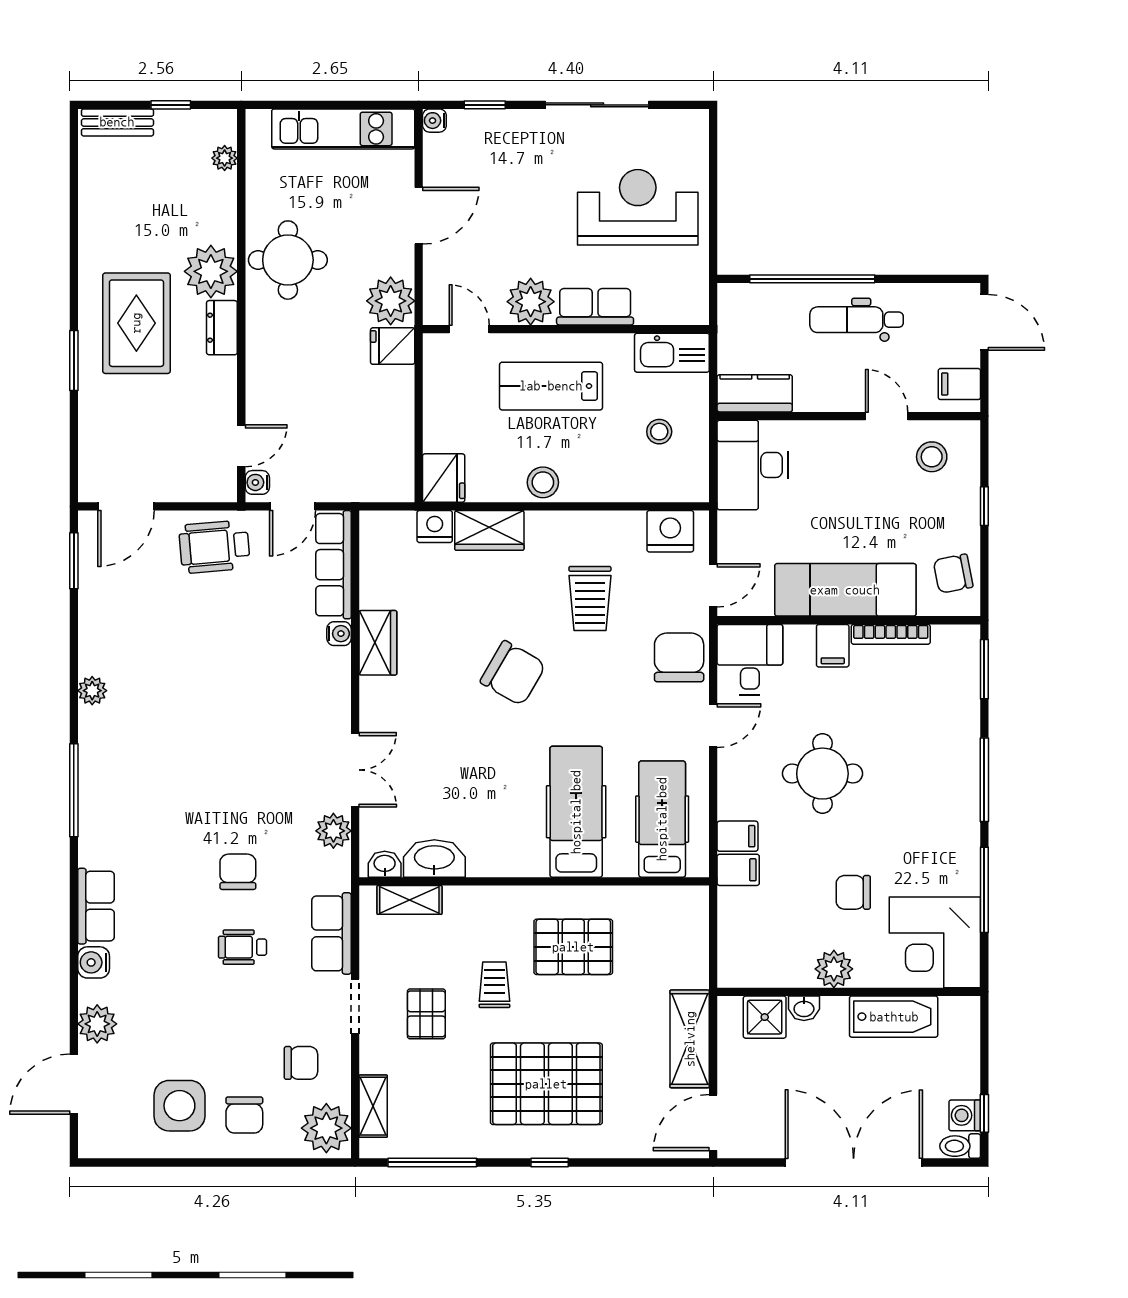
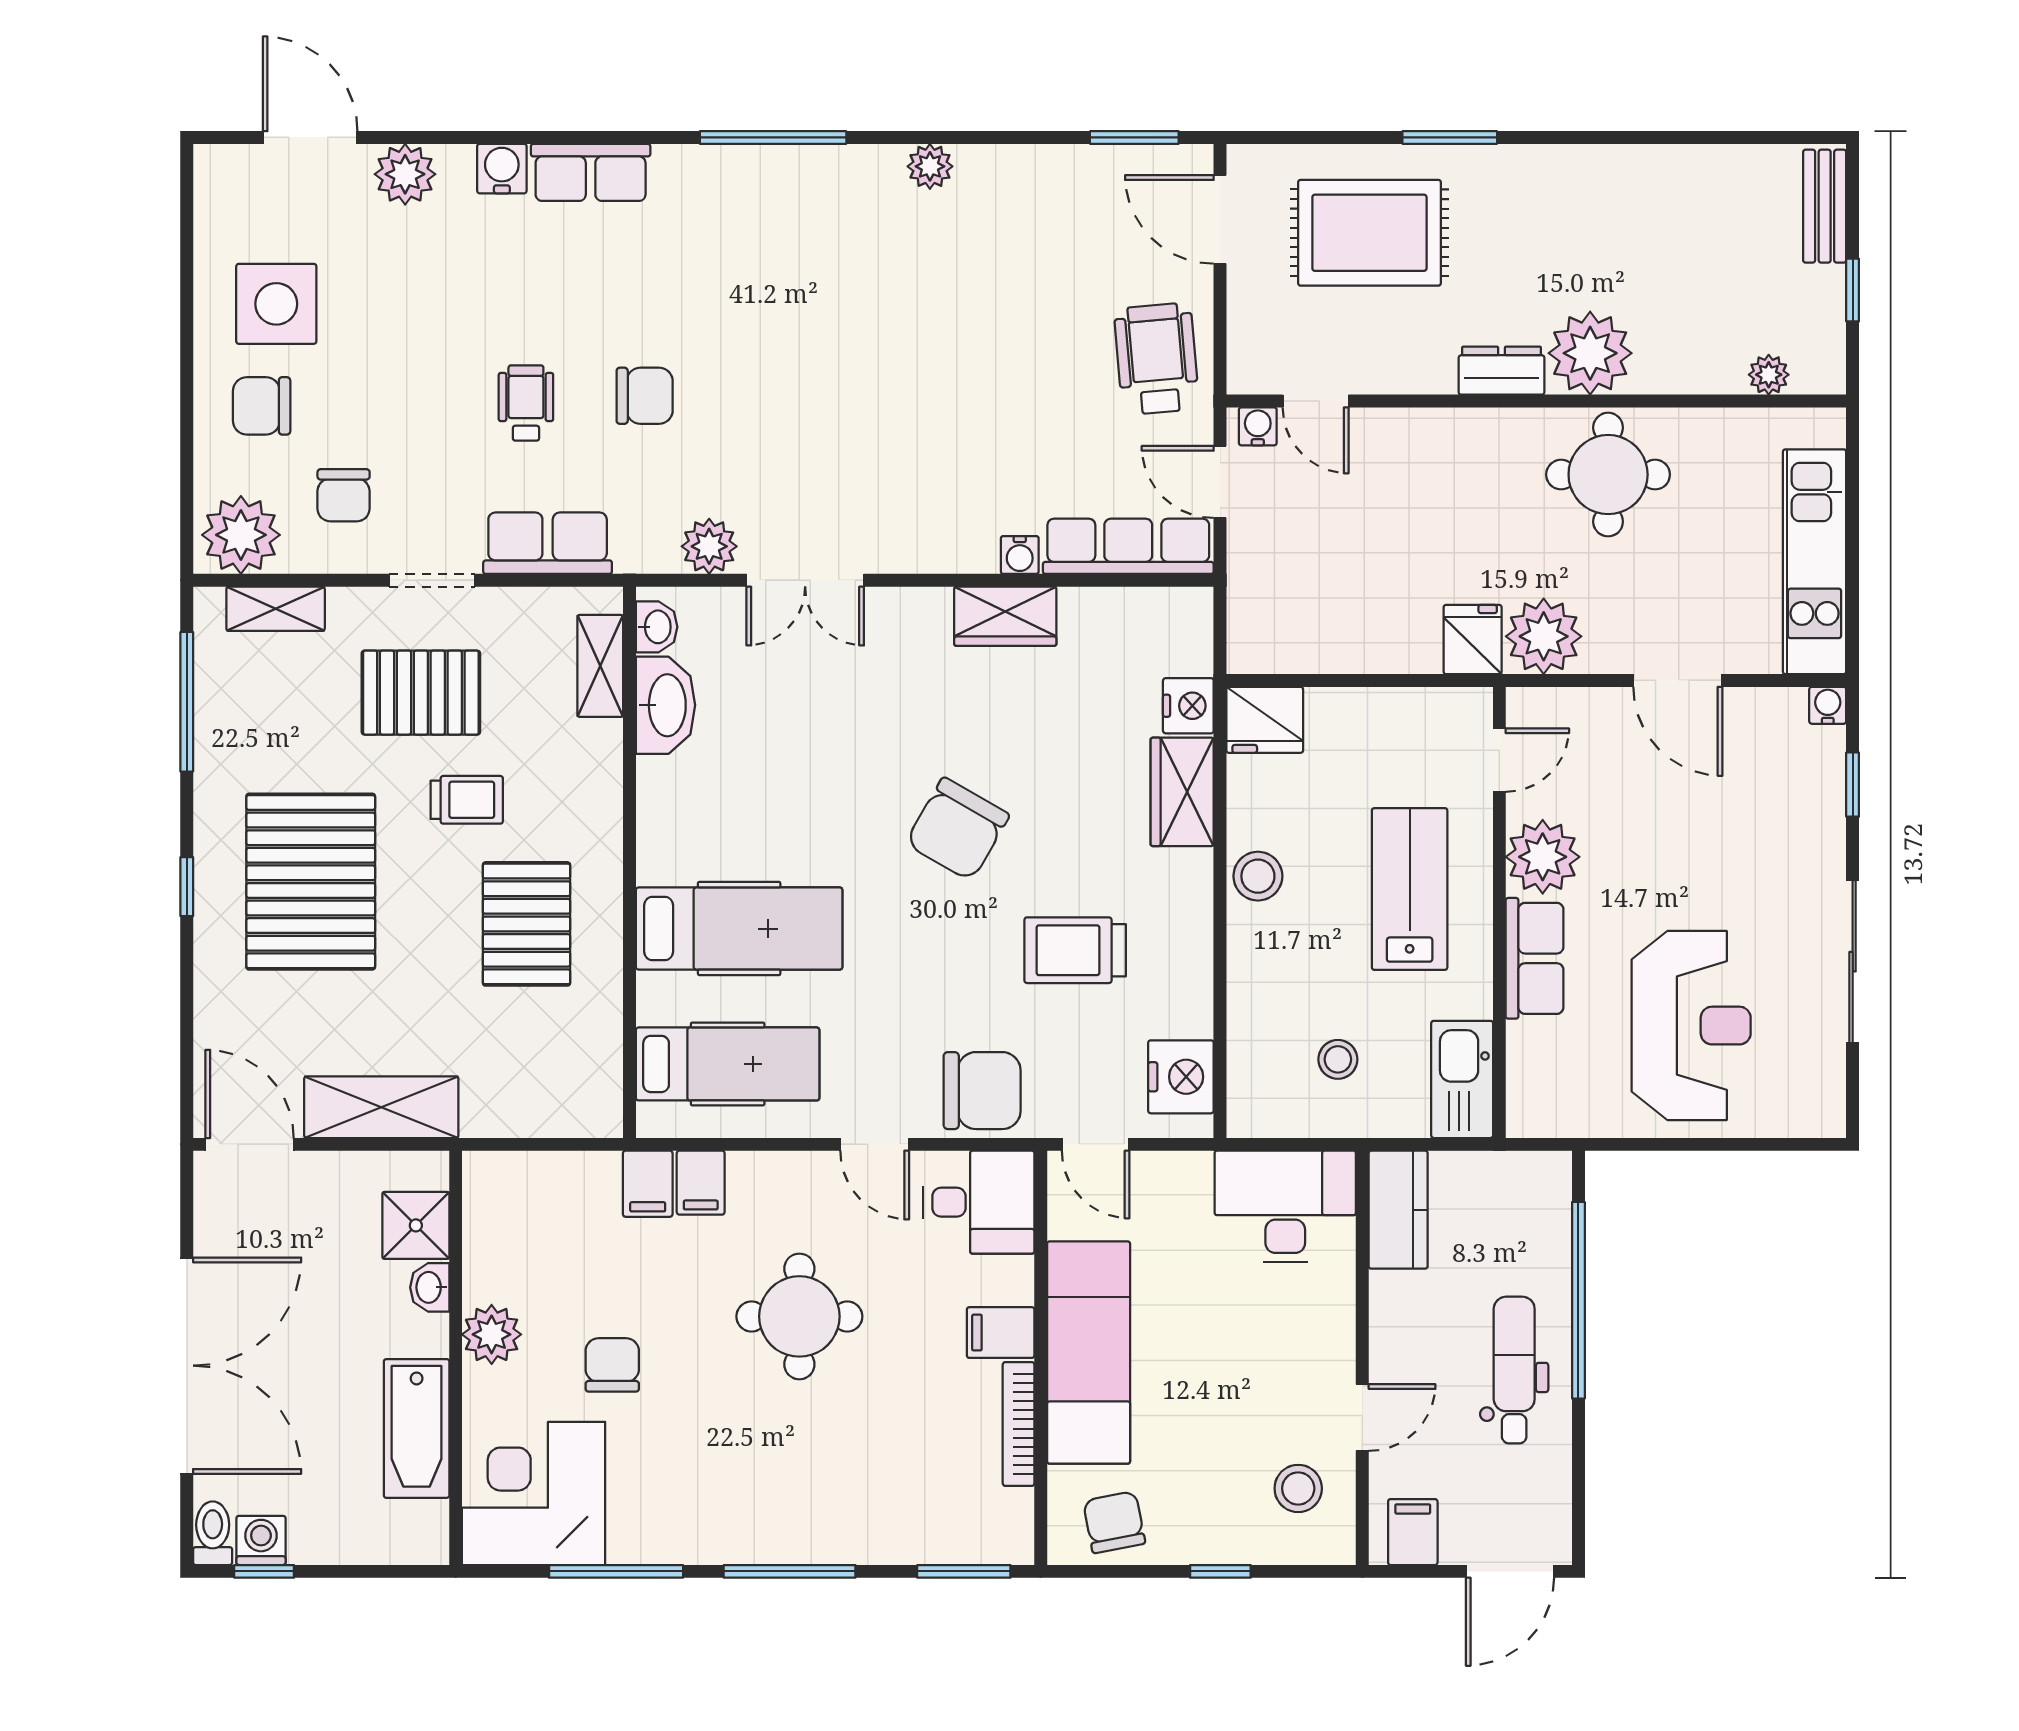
rug: (136, 323) -> (1369, 233), moved
pallet: (426, 1014) -> (421, 693), width x1.50, depth x1.42

